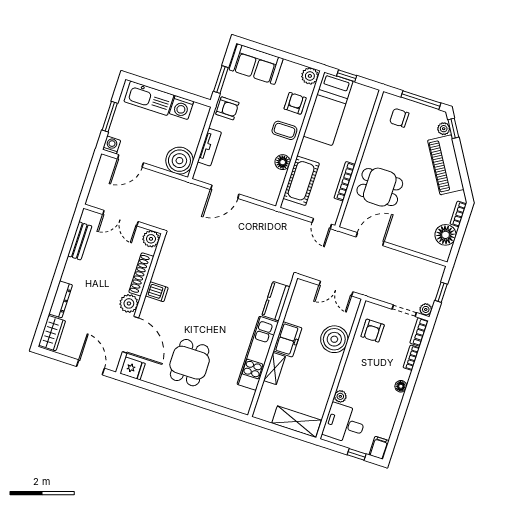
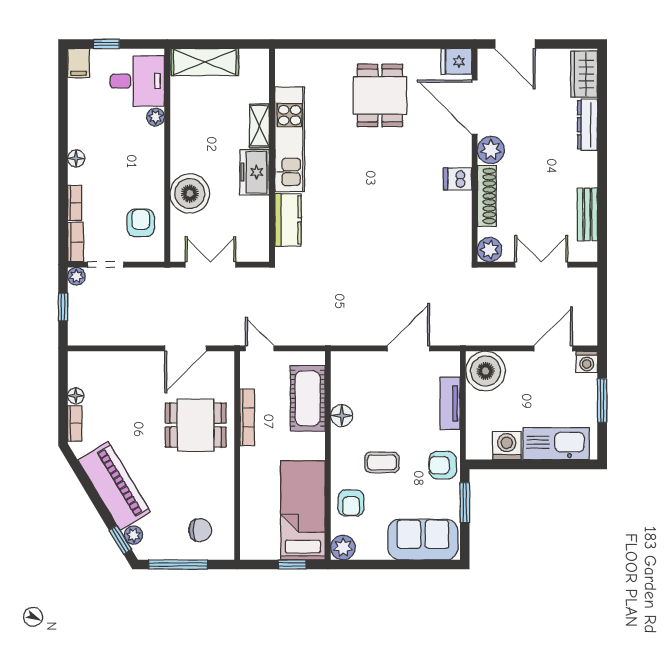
coffee table: (284, 130) -> (382, 462), moved
floor lamp: (445, 235) -> (76, 396), width x0.53, depth x0.53

